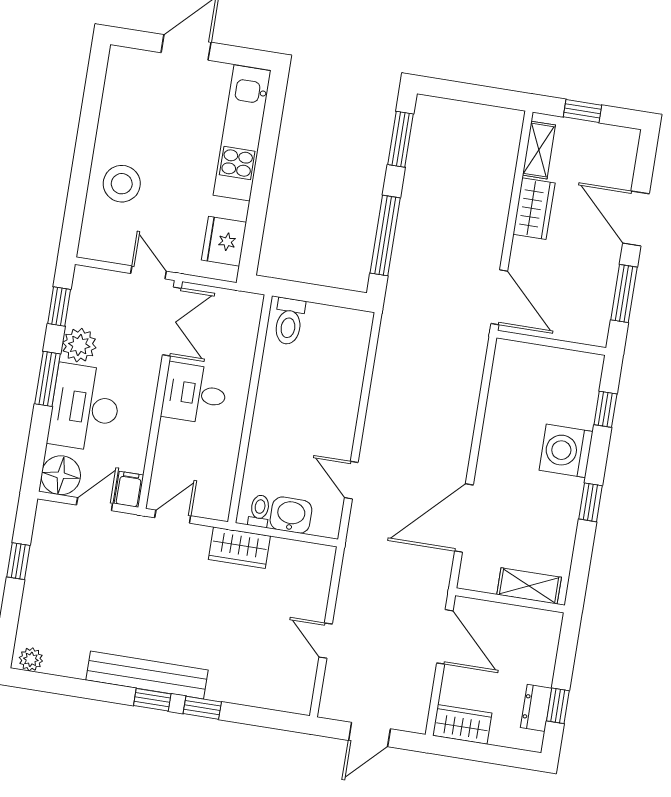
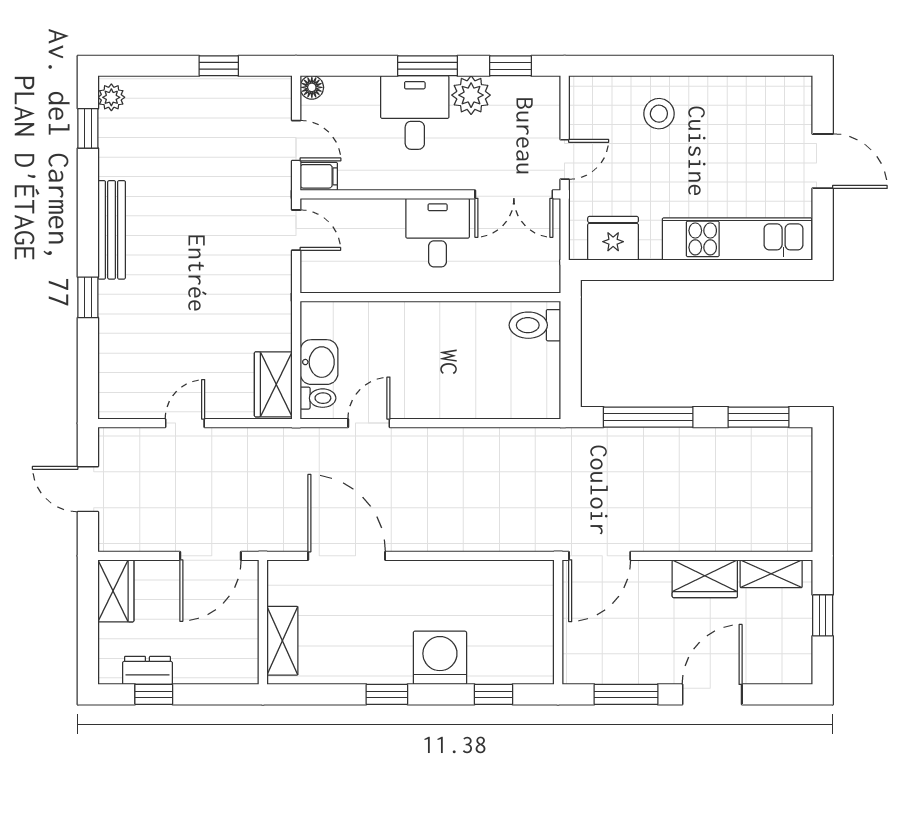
stool: (122, 184) -> (659, 114), width x0.73, depth x0.73
desk: (85, 408) -> (415, 112), width x0.73
floor lamp: (61, 475) -> (312, 87), width x0.53, depth x0.53
toilet: (259, 511) -> (318, 398), moved
wardrobe: (239, 548) -> (273, 384), moved
bench: (147, 675) -> (112, 230), width x0.73, depth x0.82
window: (152, 700) -> (88, 128), moved

